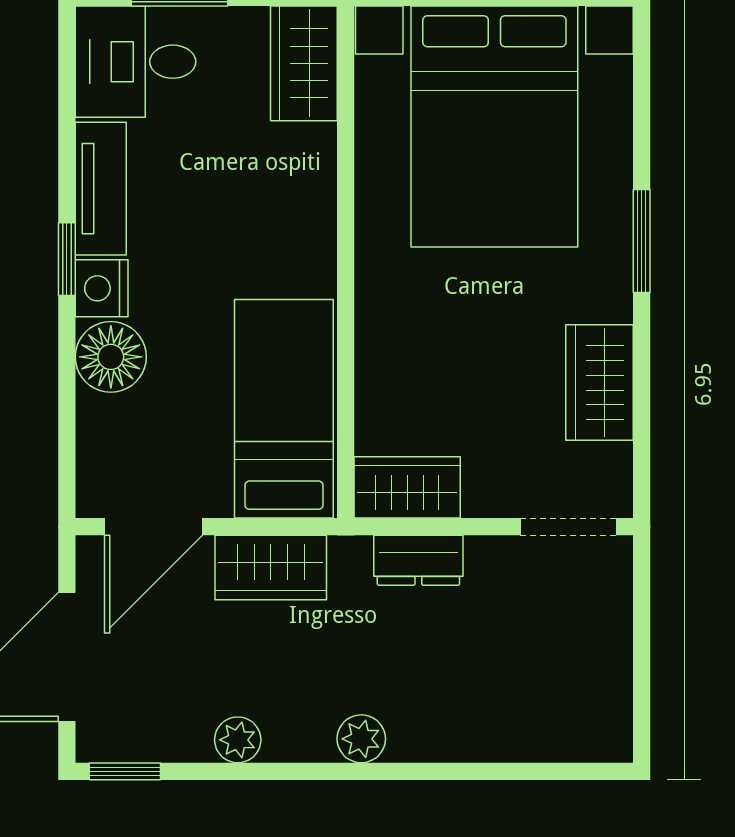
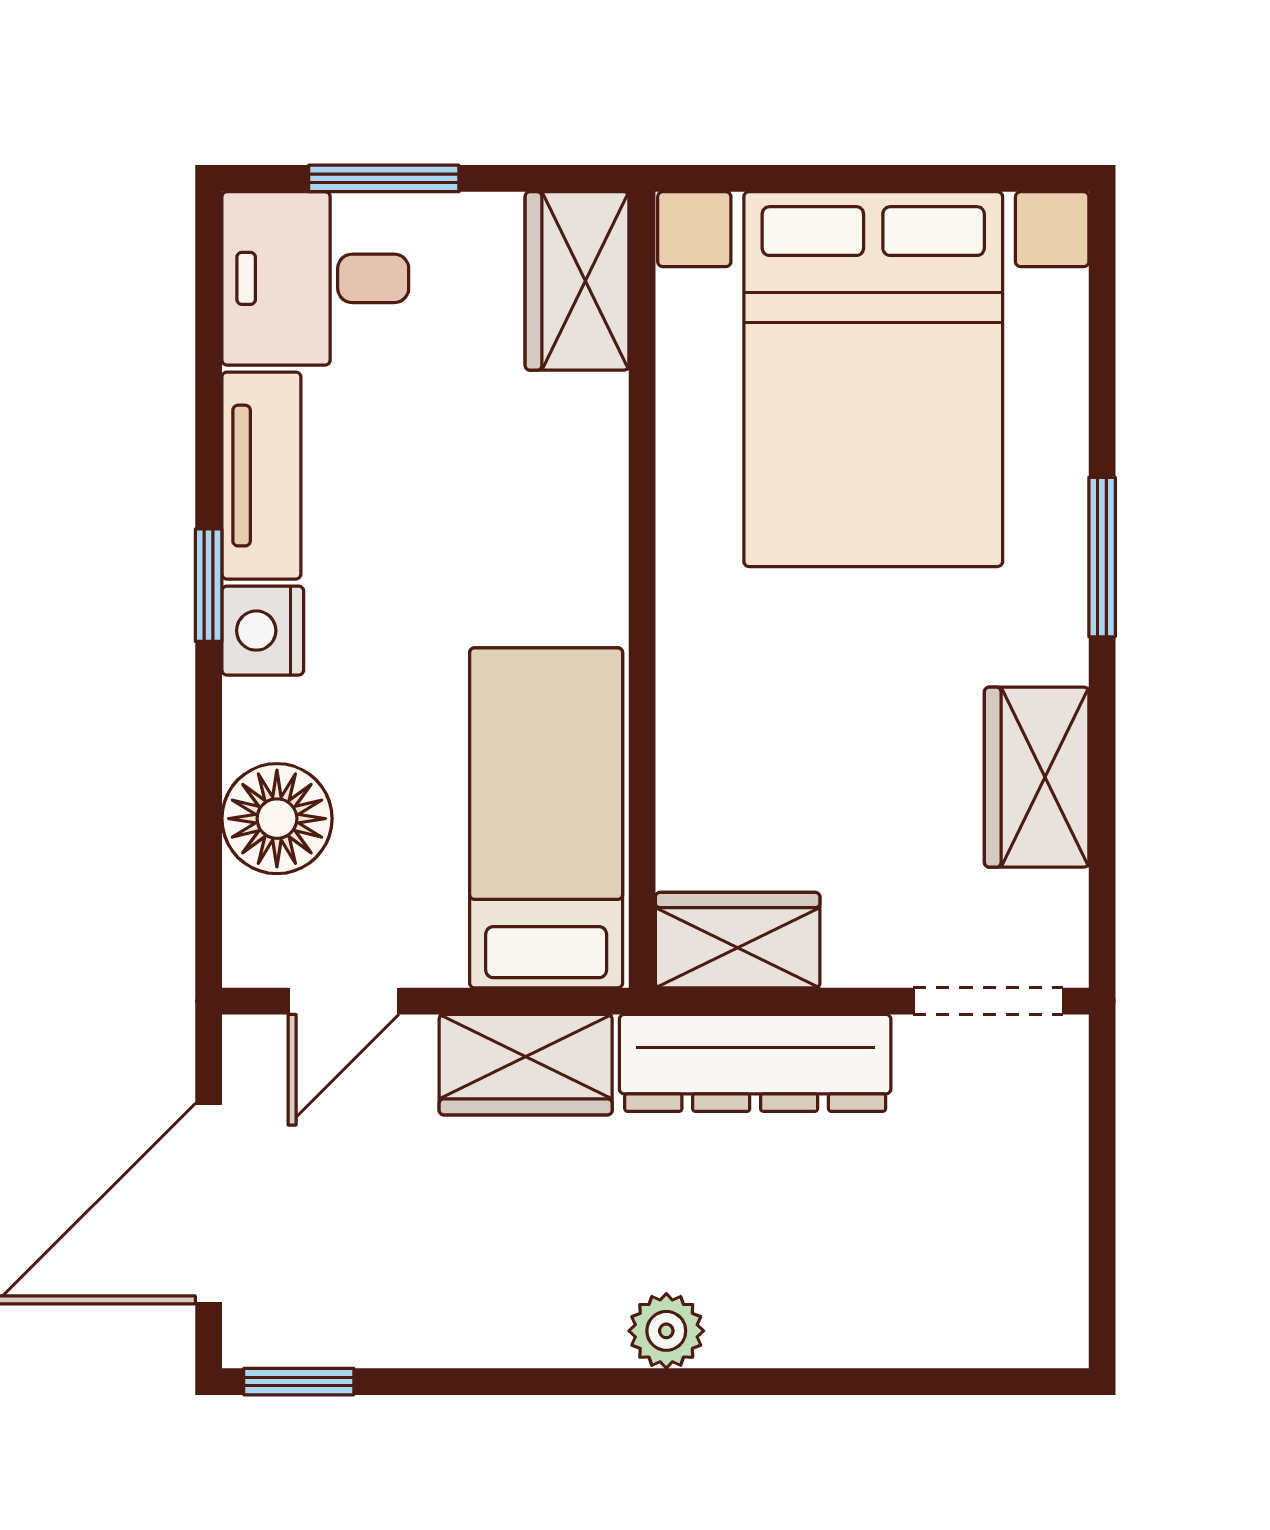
floor lamp: (111, 357) -> (277, 819), moved
door: (154, 527) -> (343, 1001), width x0.73
dresser: (418, 560) -> (755, 1063), width x1.96, depth x1.24
plant: (238, 740) -> (474, 1332), removed

